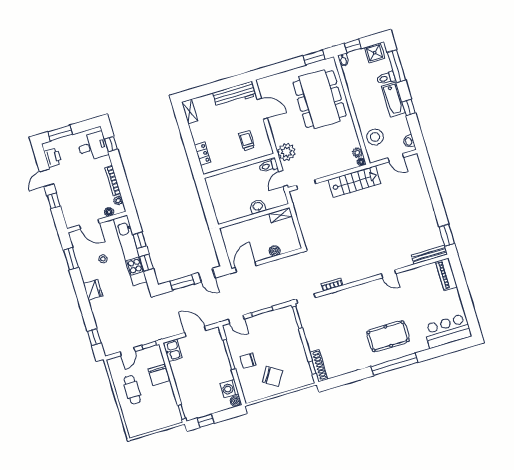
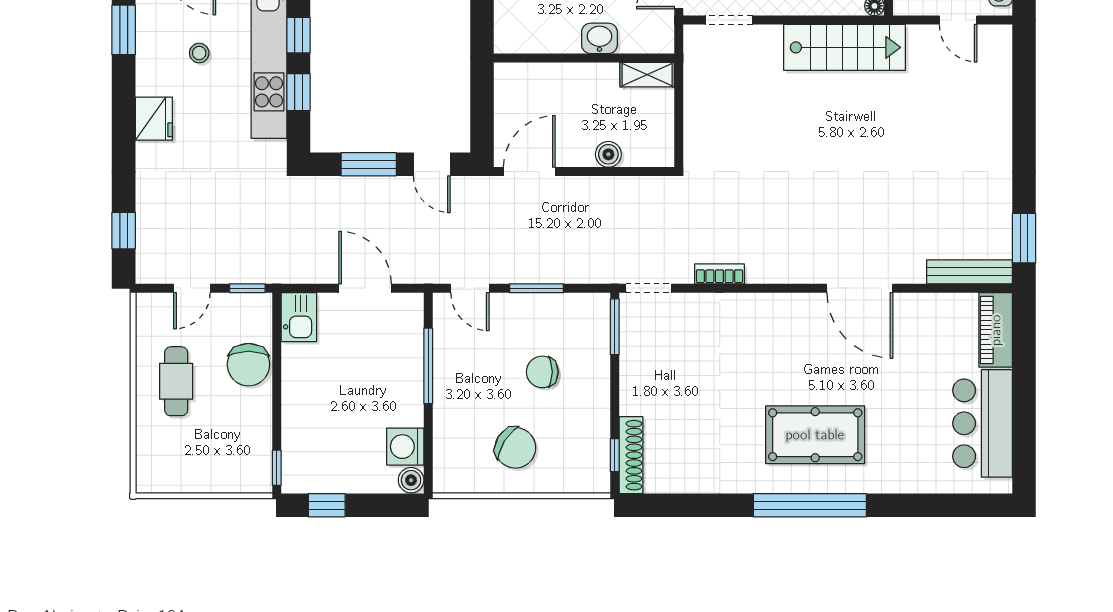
door: (388, 274) -> (860, 288), width x1.88
bar counter: (448, 331) -> (983, 423), moved, turned -90
chair: (248, 361) -> (542, 372), moved

